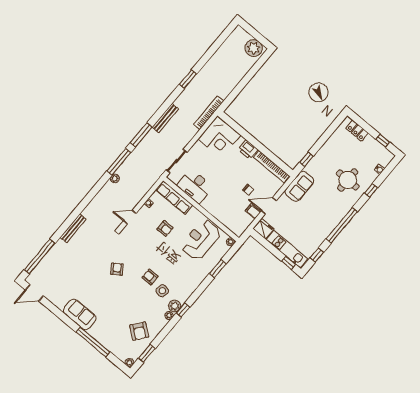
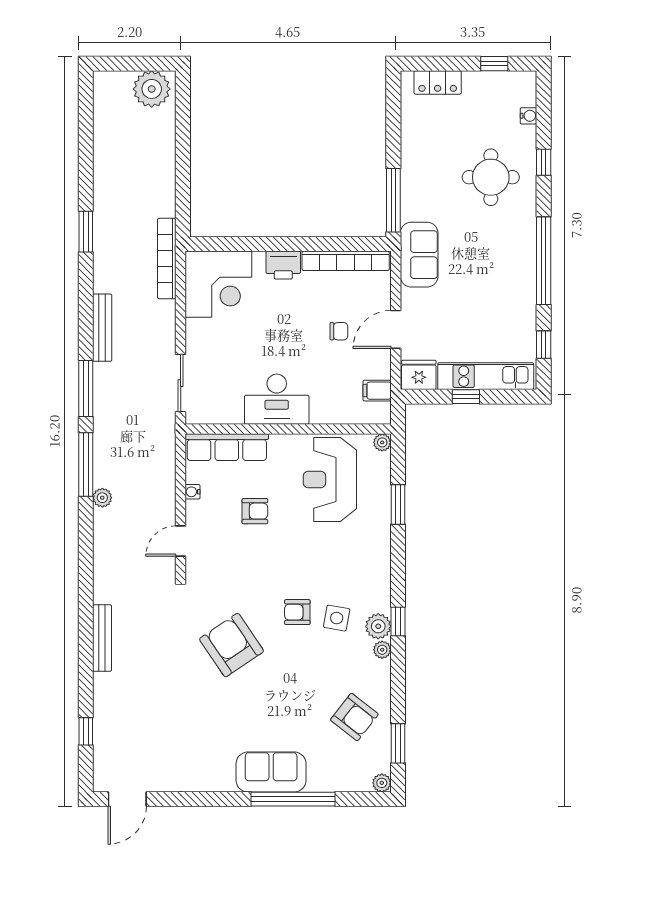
window: (306, 159) -> (393, 200), width x2.17
desk: (195, 186) -> (277, 399), moved
filing cabinet: (253, 211) -> (377, 391), moved
window: (40, 256) -> (86, 731), width x0.32
window: (288, 263) -> (466, 397), moved
armchair: (117, 269) -> (232, 645), width x1.88, depth x1.88
sofa: (80, 314) -> (271, 772), moved

